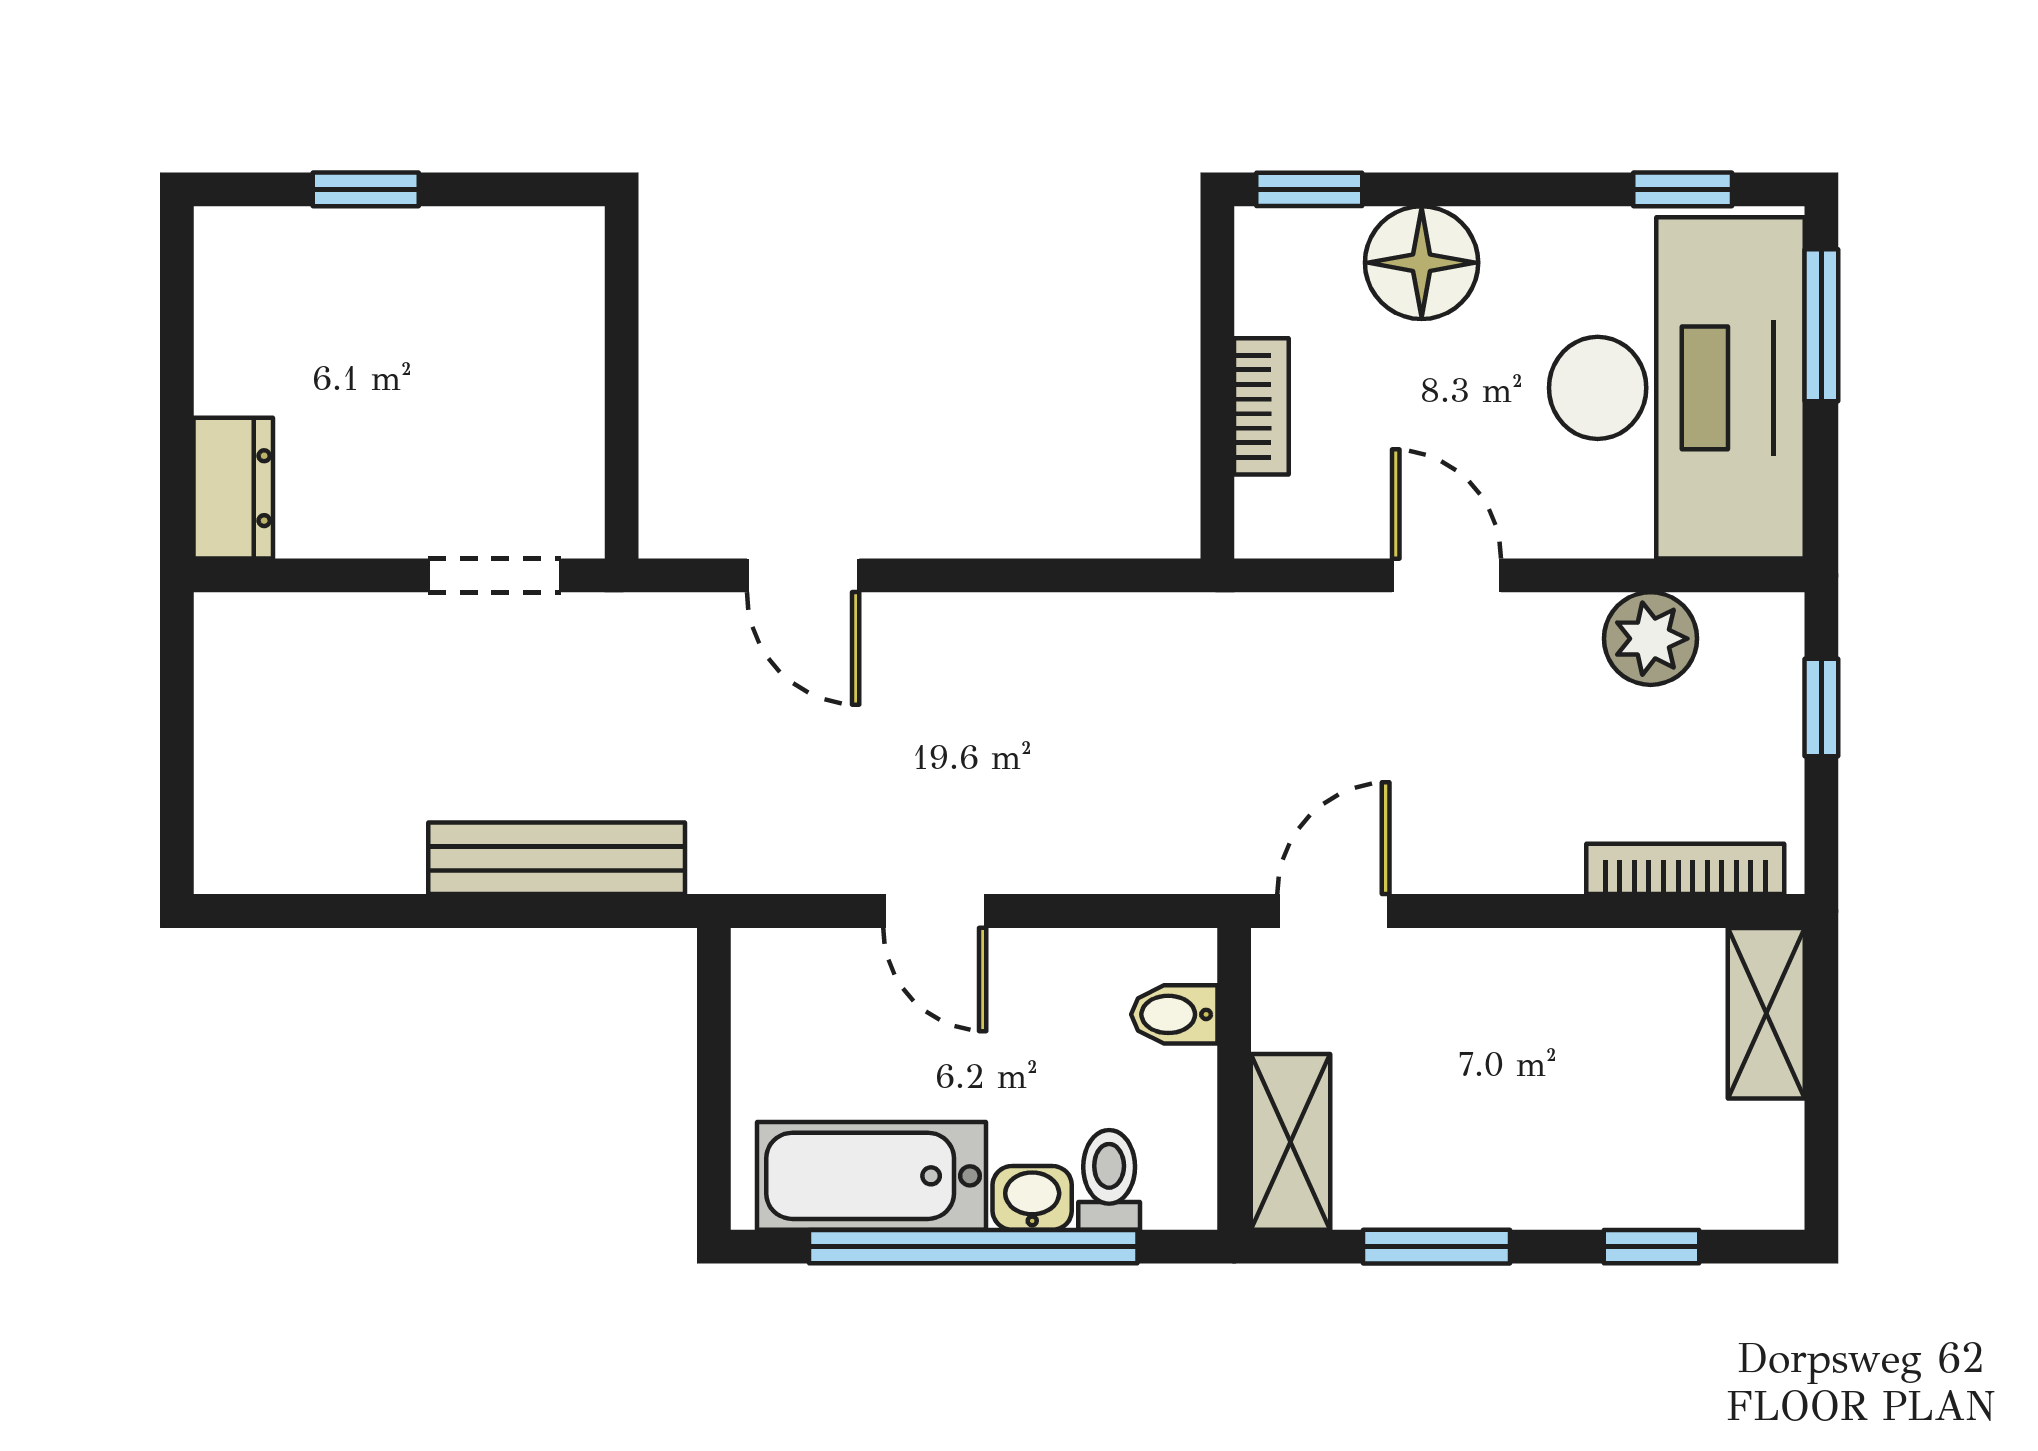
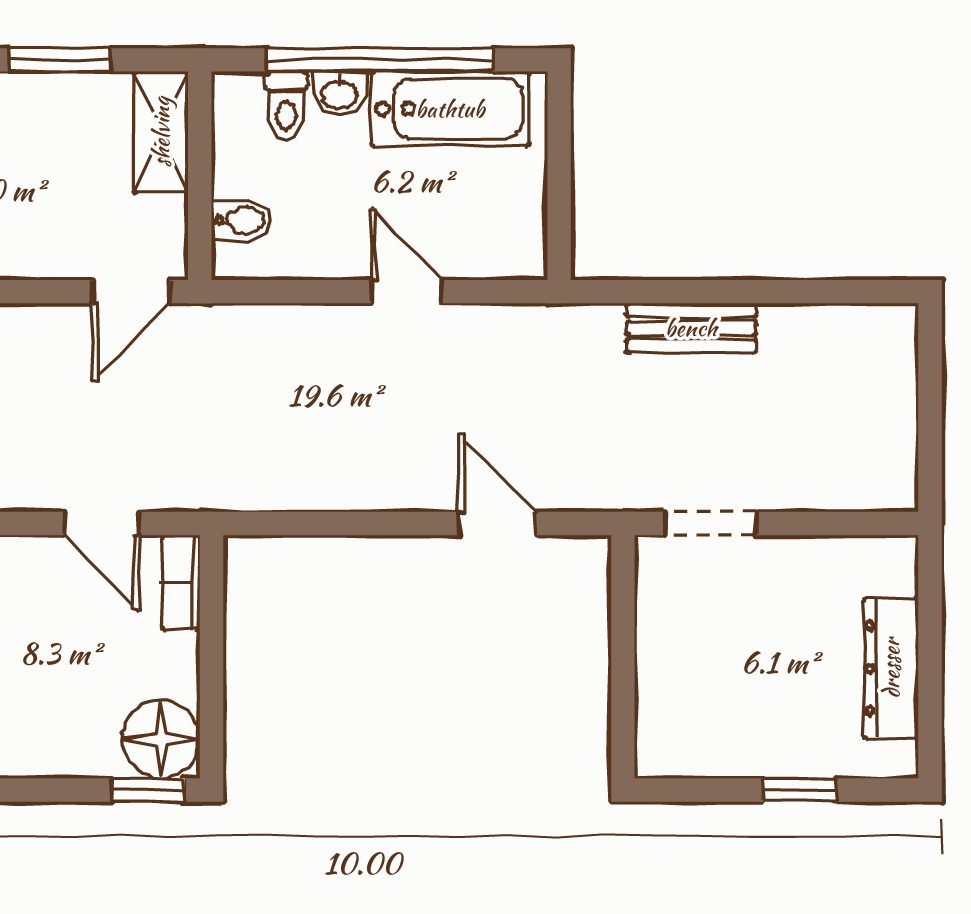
floor lamp: (1422, 263) -> (161, 739), moved
bookcase: (1261, 406) -> (181, 582), moved
dresser: (233, 488) -> (891, 668), moved, width x1.44
door: (1447, 575) -> (101, 523), moved
bench: (557, 858) -> (691, 328), width x0.73

